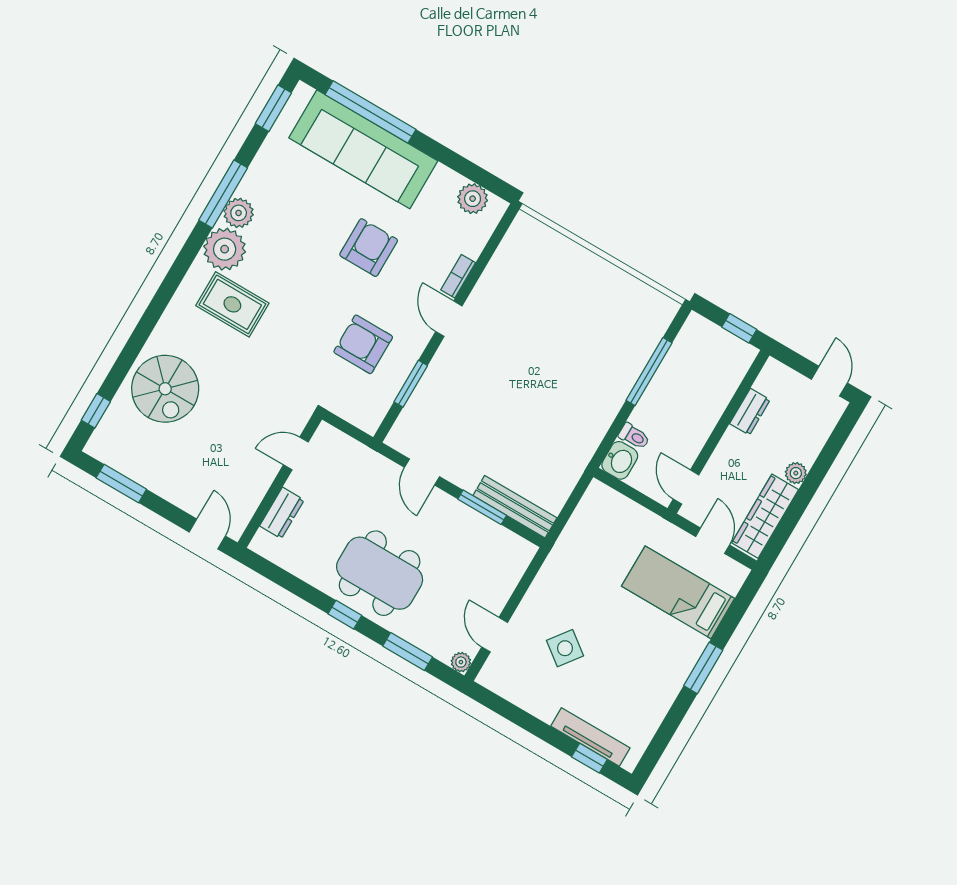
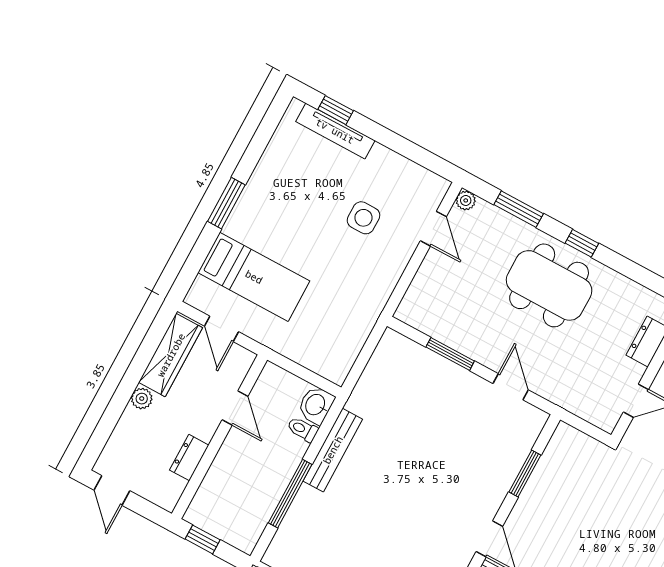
armchair: (363, 344) -> (573, 511), removed
door: (686, 487) -> (235, 408), moved
bench: (515, 507) -> (333, 450), moved, turned 90
side table: (565, 648) -> (363, 218), turned -37

